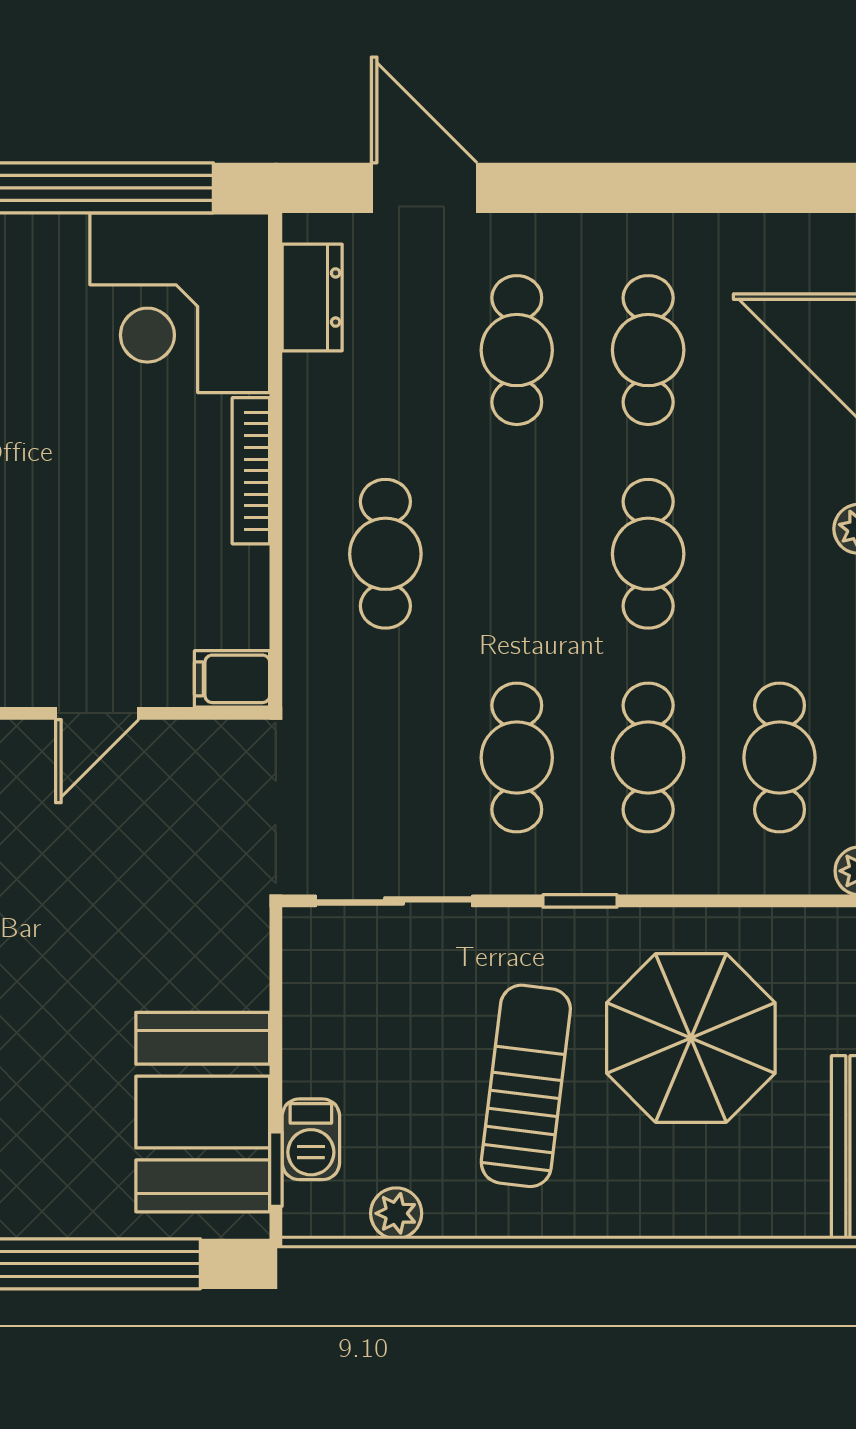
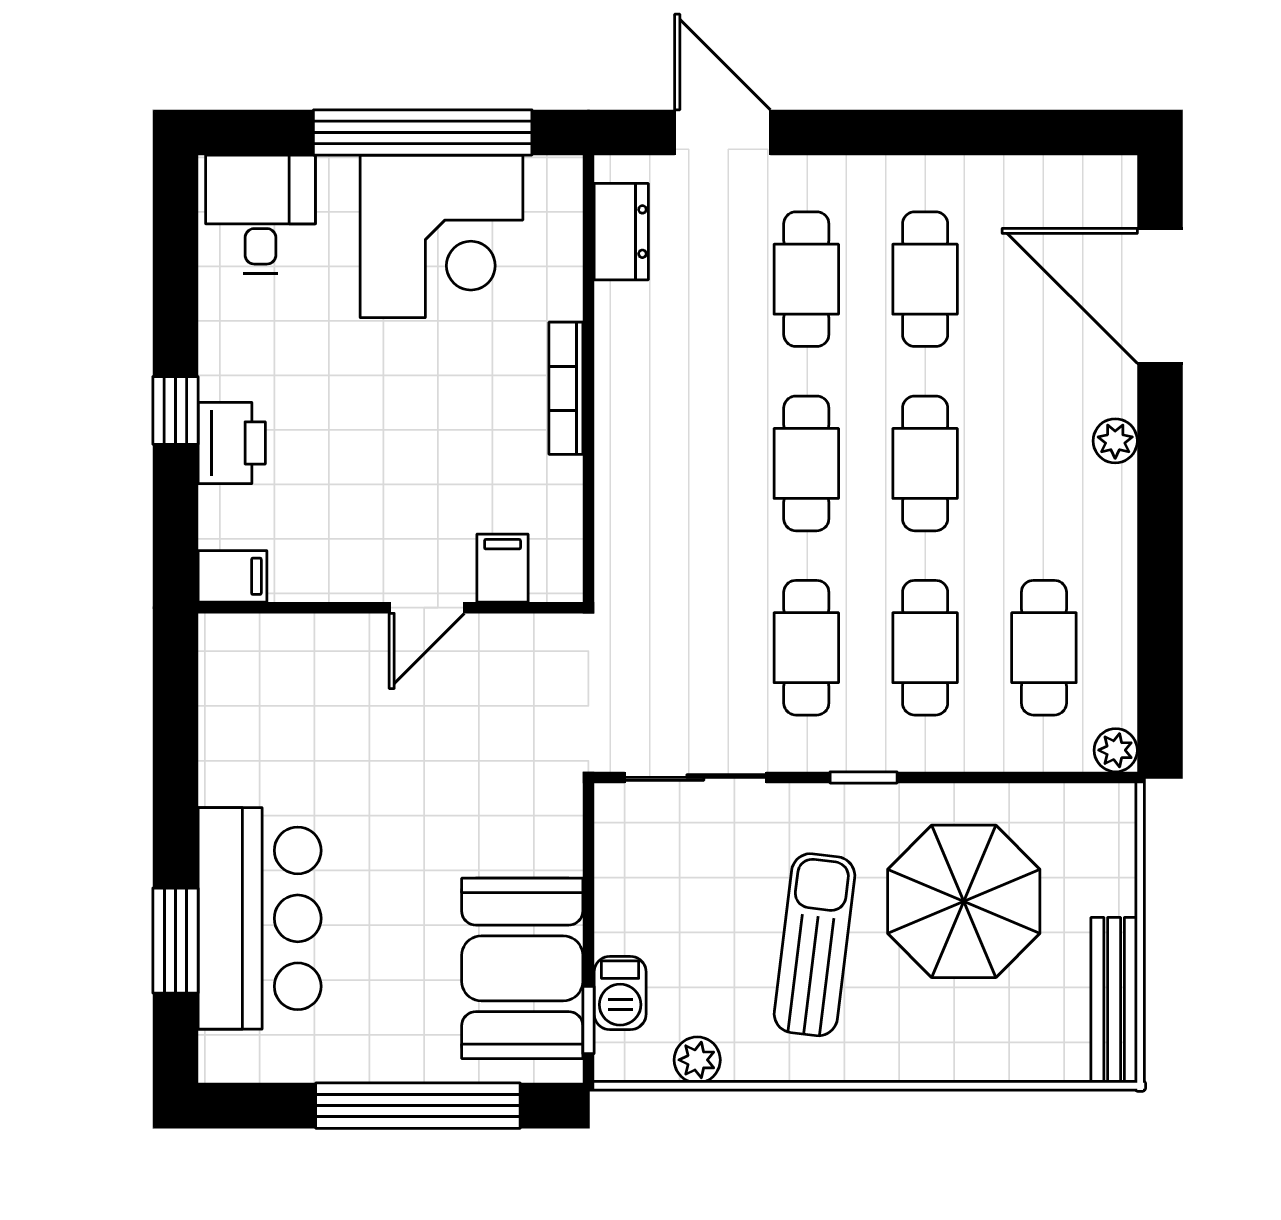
corner desk: (180, 303) -> (442, 236), moved, turned -90
cafe table: (385, 554) -> (806, 463), moved
filing cabinet: (232, 679) -> (503, 568), moved, turned 90

